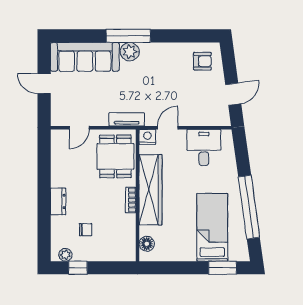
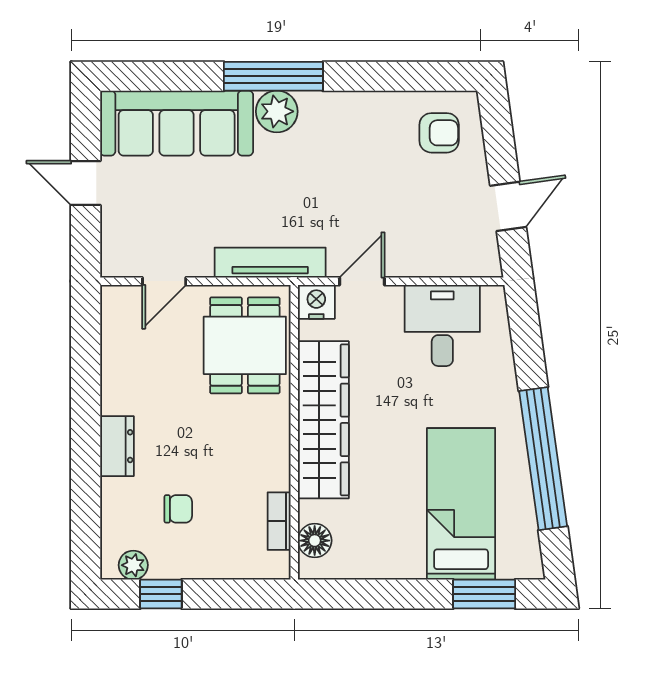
tv unit: (127, 119) -> (270, 263), width x1.41
bookcase: (131, 200) -> (279, 521), moved

